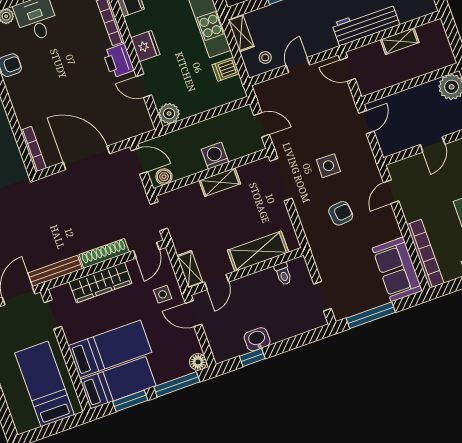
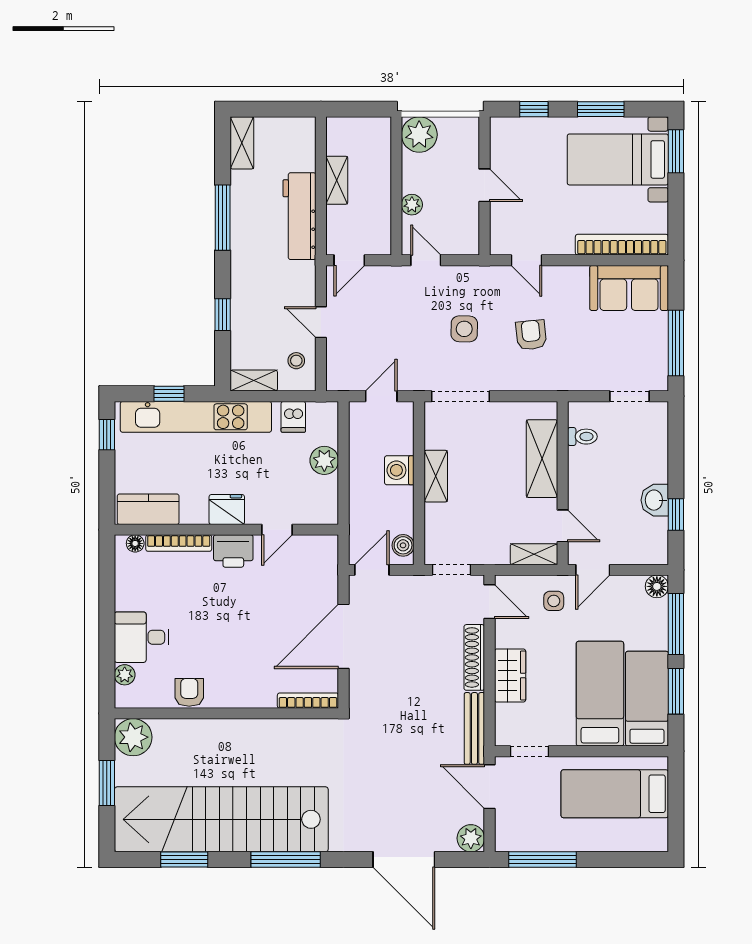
plant: (401, 99) -> (412, 205), added
plant: (169, 114) -> (324, 460), moved
wardrobe: (100, 283) -> (510, 675), width x0.67

